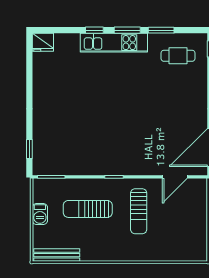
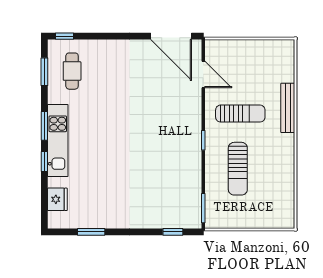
window: (161, 30) -> (44, 72), moved
fridge: (43, 42) -> (57, 199), moved
window: (29, 73) -> (91, 232), added
barbecue: (40, 214) -> (243, 220), removed
bench: (57, 255) -> (288, 108), moved

